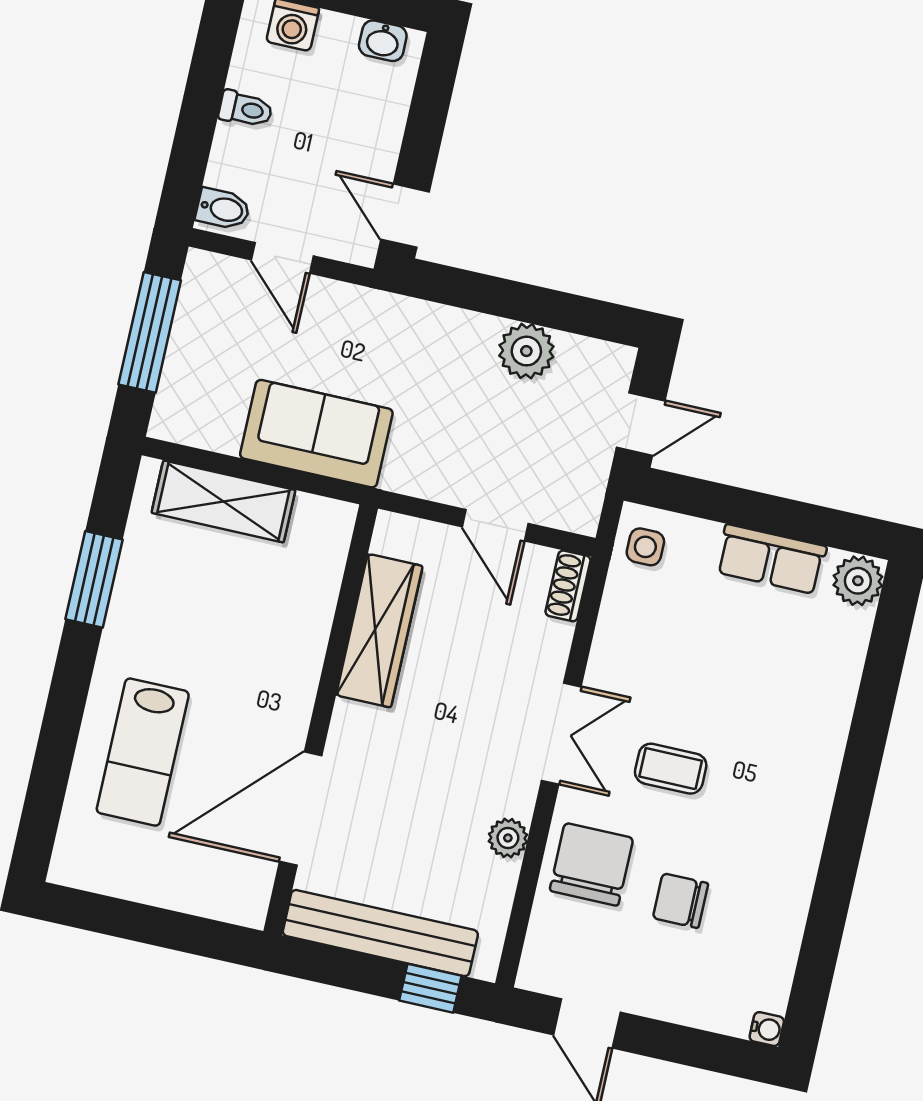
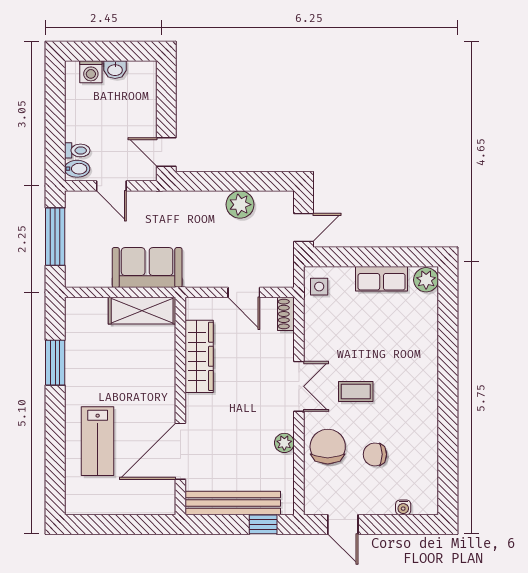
washbasin: (383, 41) -> (115, 70), moved
toilet: (246, 109) -> (77, 150), moved
shelving: (223, 501) -> (142, 311), moved
water cooler: (767, 1029) -> (403, 507), moved, turned 90

